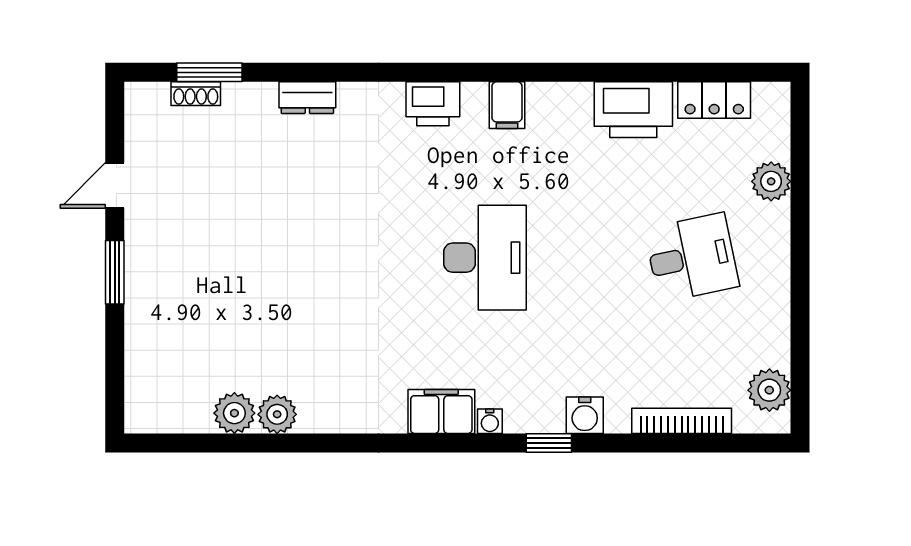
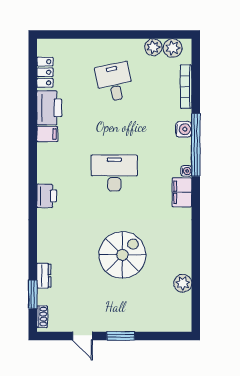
shoe rack: (196, 94) -> (42, 317), moved
dresser: (307, 98) -> (44, 276), moved
filing cabinet: (507, 105) -> (47, 134), moved
plant: (771, 181) -> (153, 47), moved
spiral stairs: (299, 276) -> (122, 255), added
plant: (277, 414) -> (183, 264), removed
window: (549, 443) -> (196, 145), width x3.17

